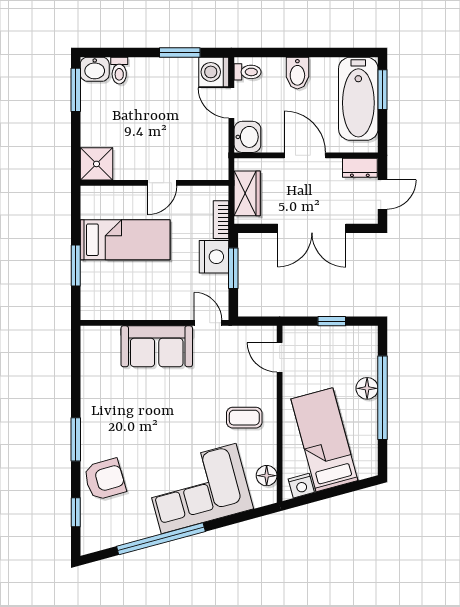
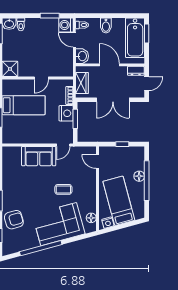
door: (208, 323) -> (63, 145), swing flipped
coffee table: (244, 418) -> (63, 189), moved

